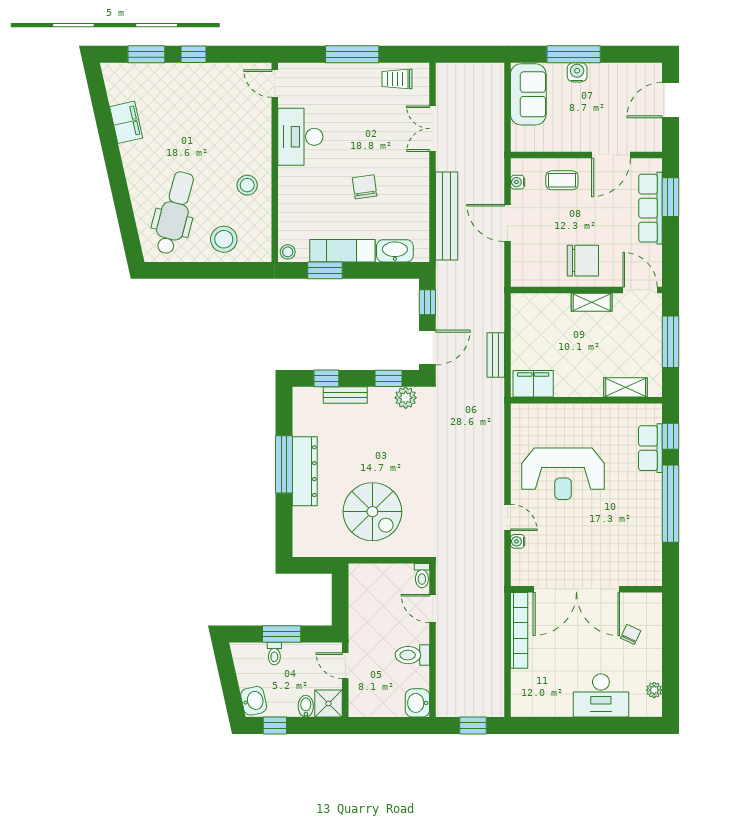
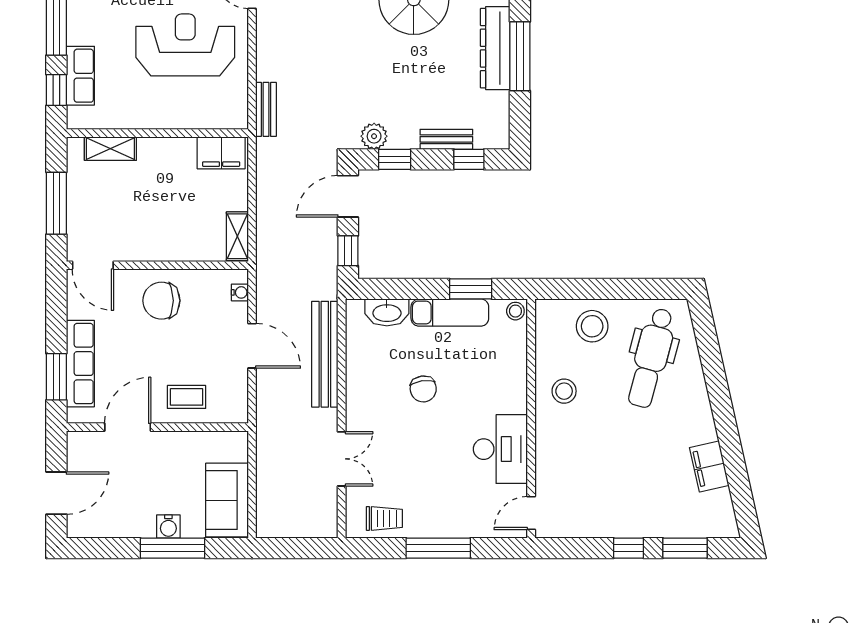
door: (275, 84) -> (531, 513), swing flipped
water cooler: (518, 182) -> (240, 292), moved
shelving: (592, 302) -> (237, 236), moved, turned 90
bench: (496, 355) -> (266, 109), moved

